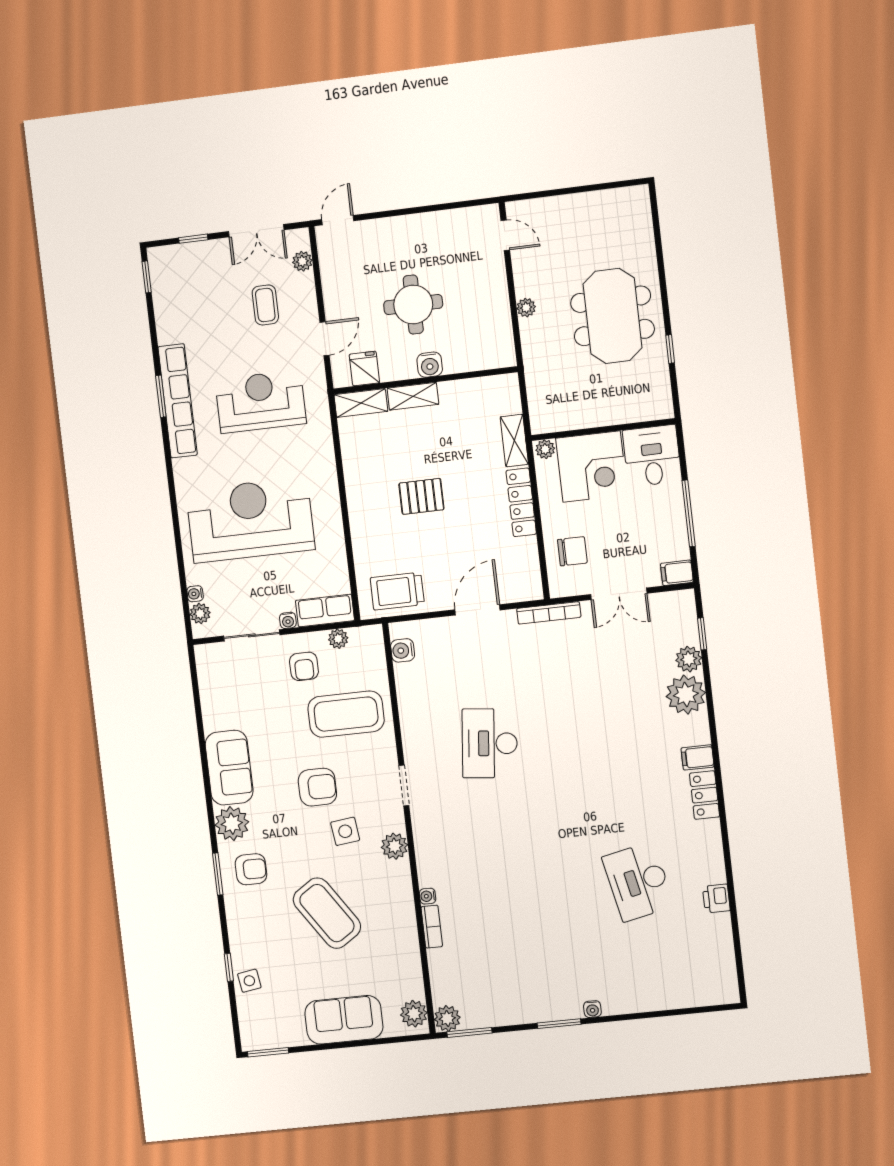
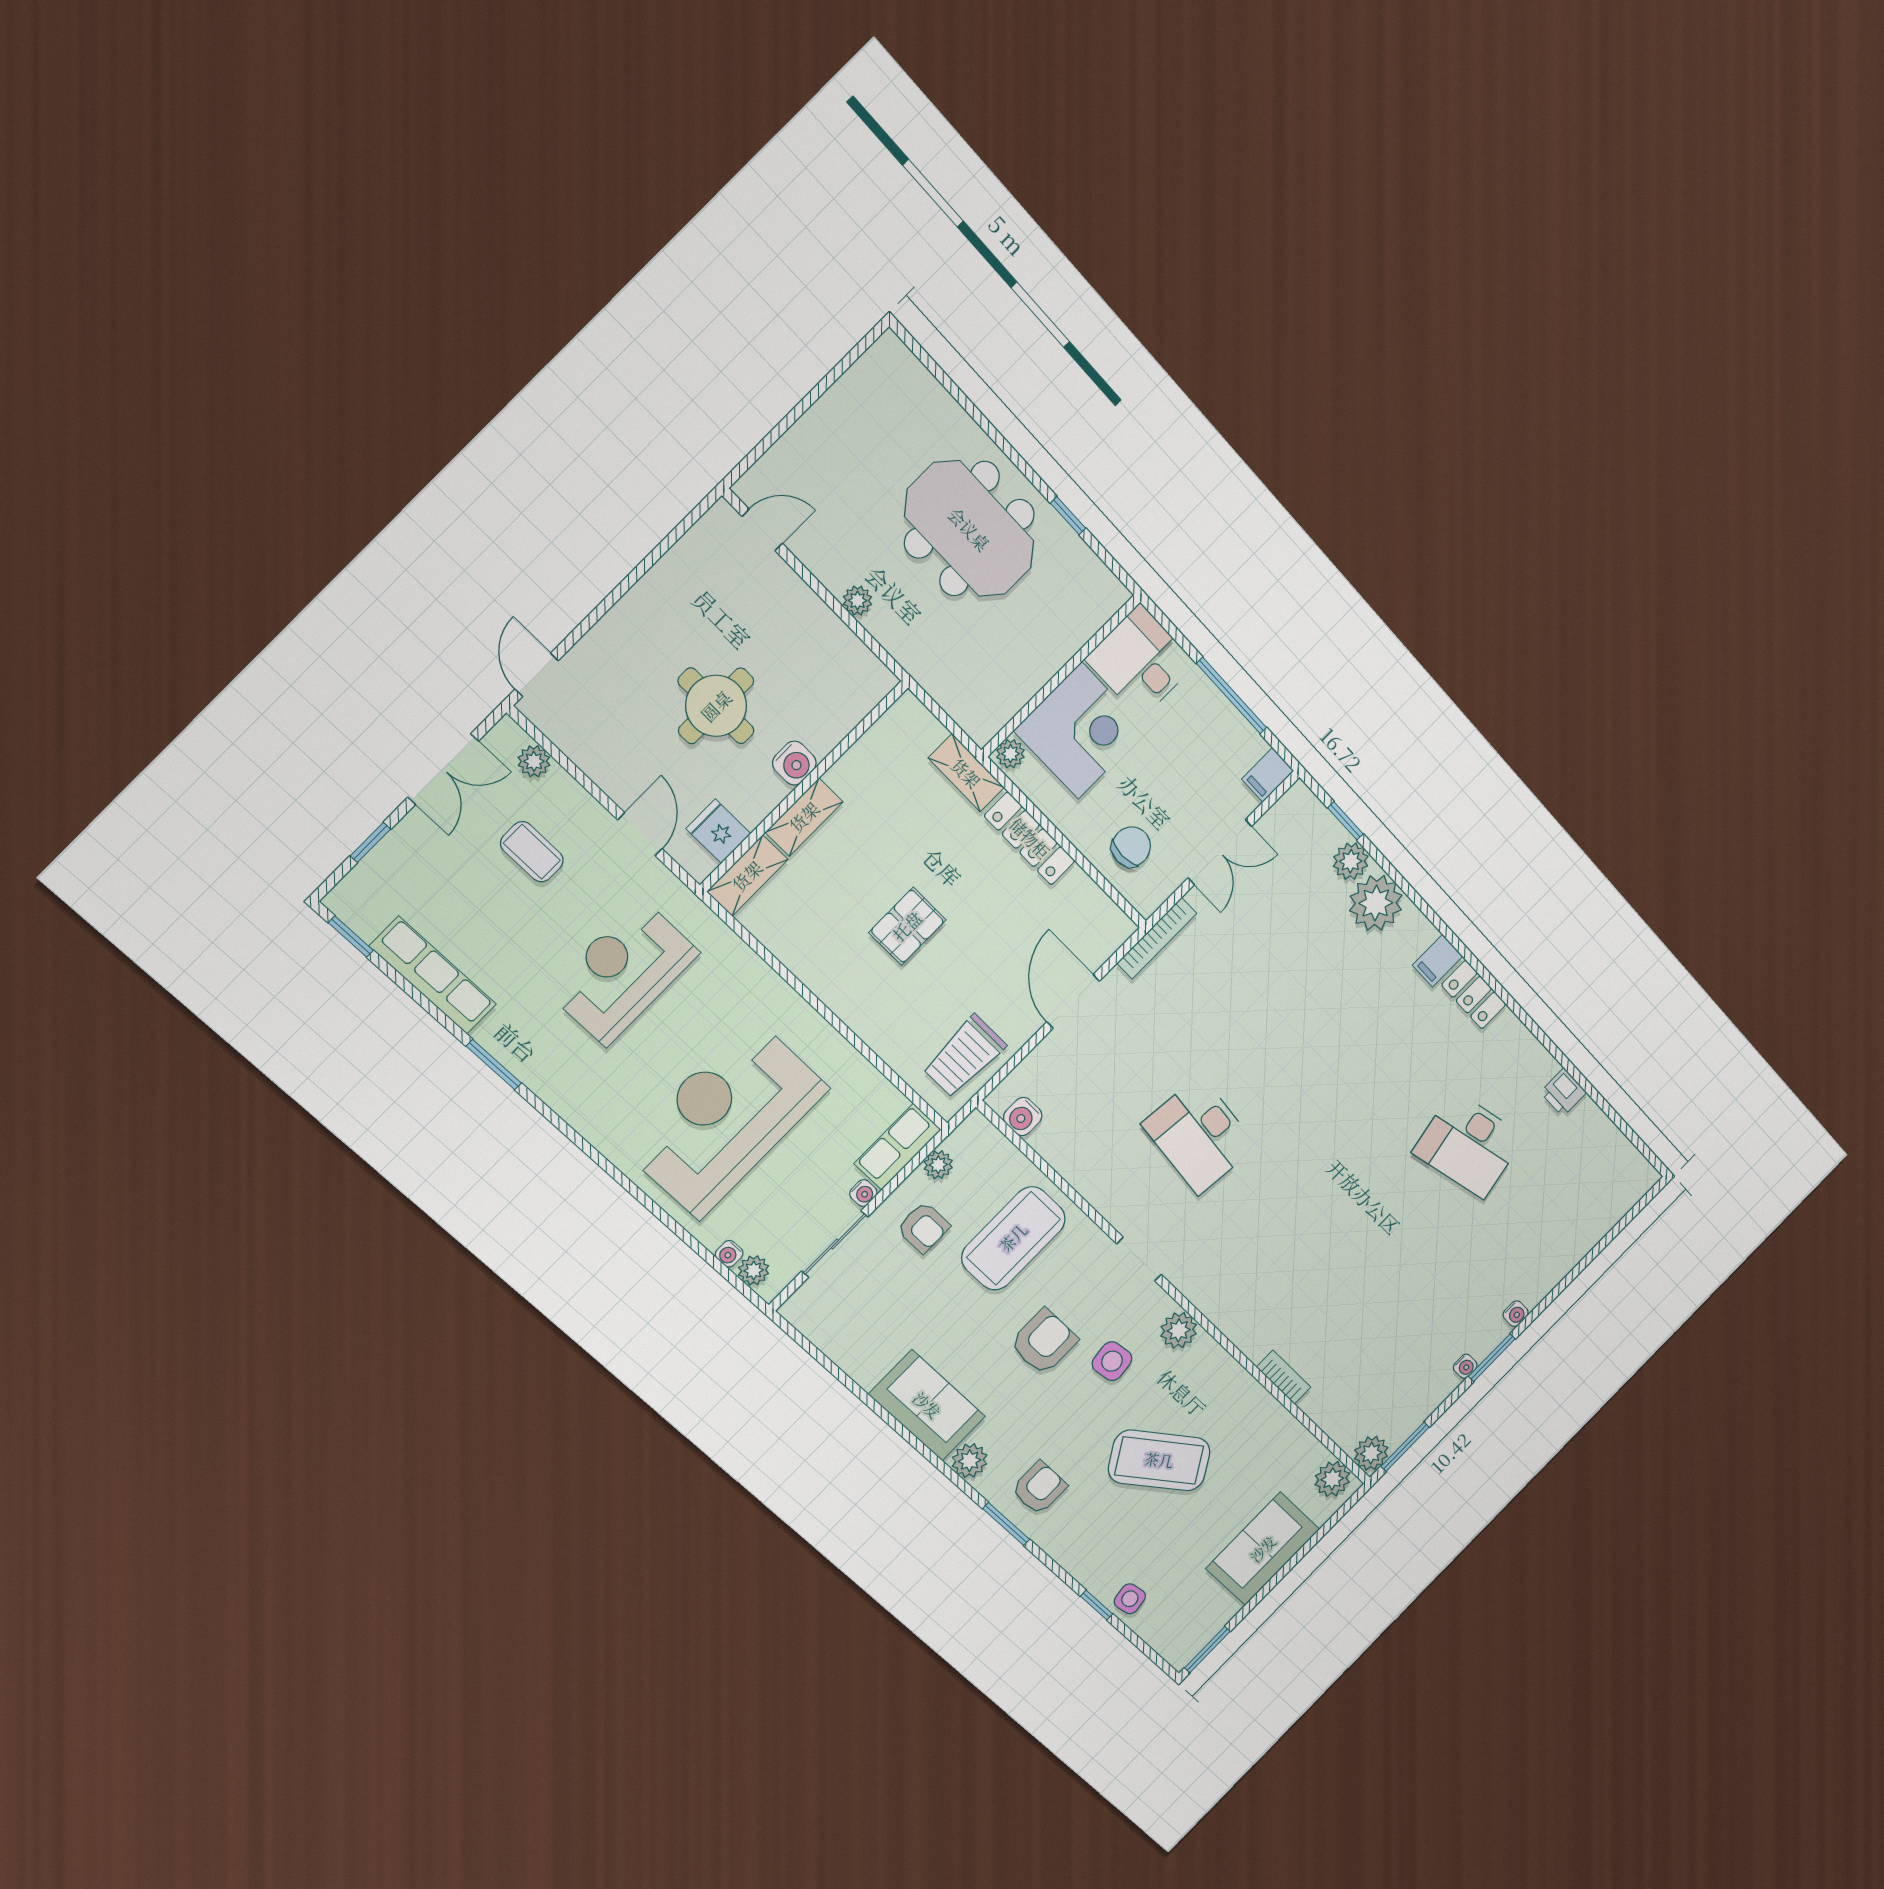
row of seats: (178, 401) -> (433, 975), moved, width x0.73
plant: (232, 824) -> (970, 1461), width x0.73, depth x0.73
water cooler: (428, 896) -> (1465, 1366), moved, turned -90

